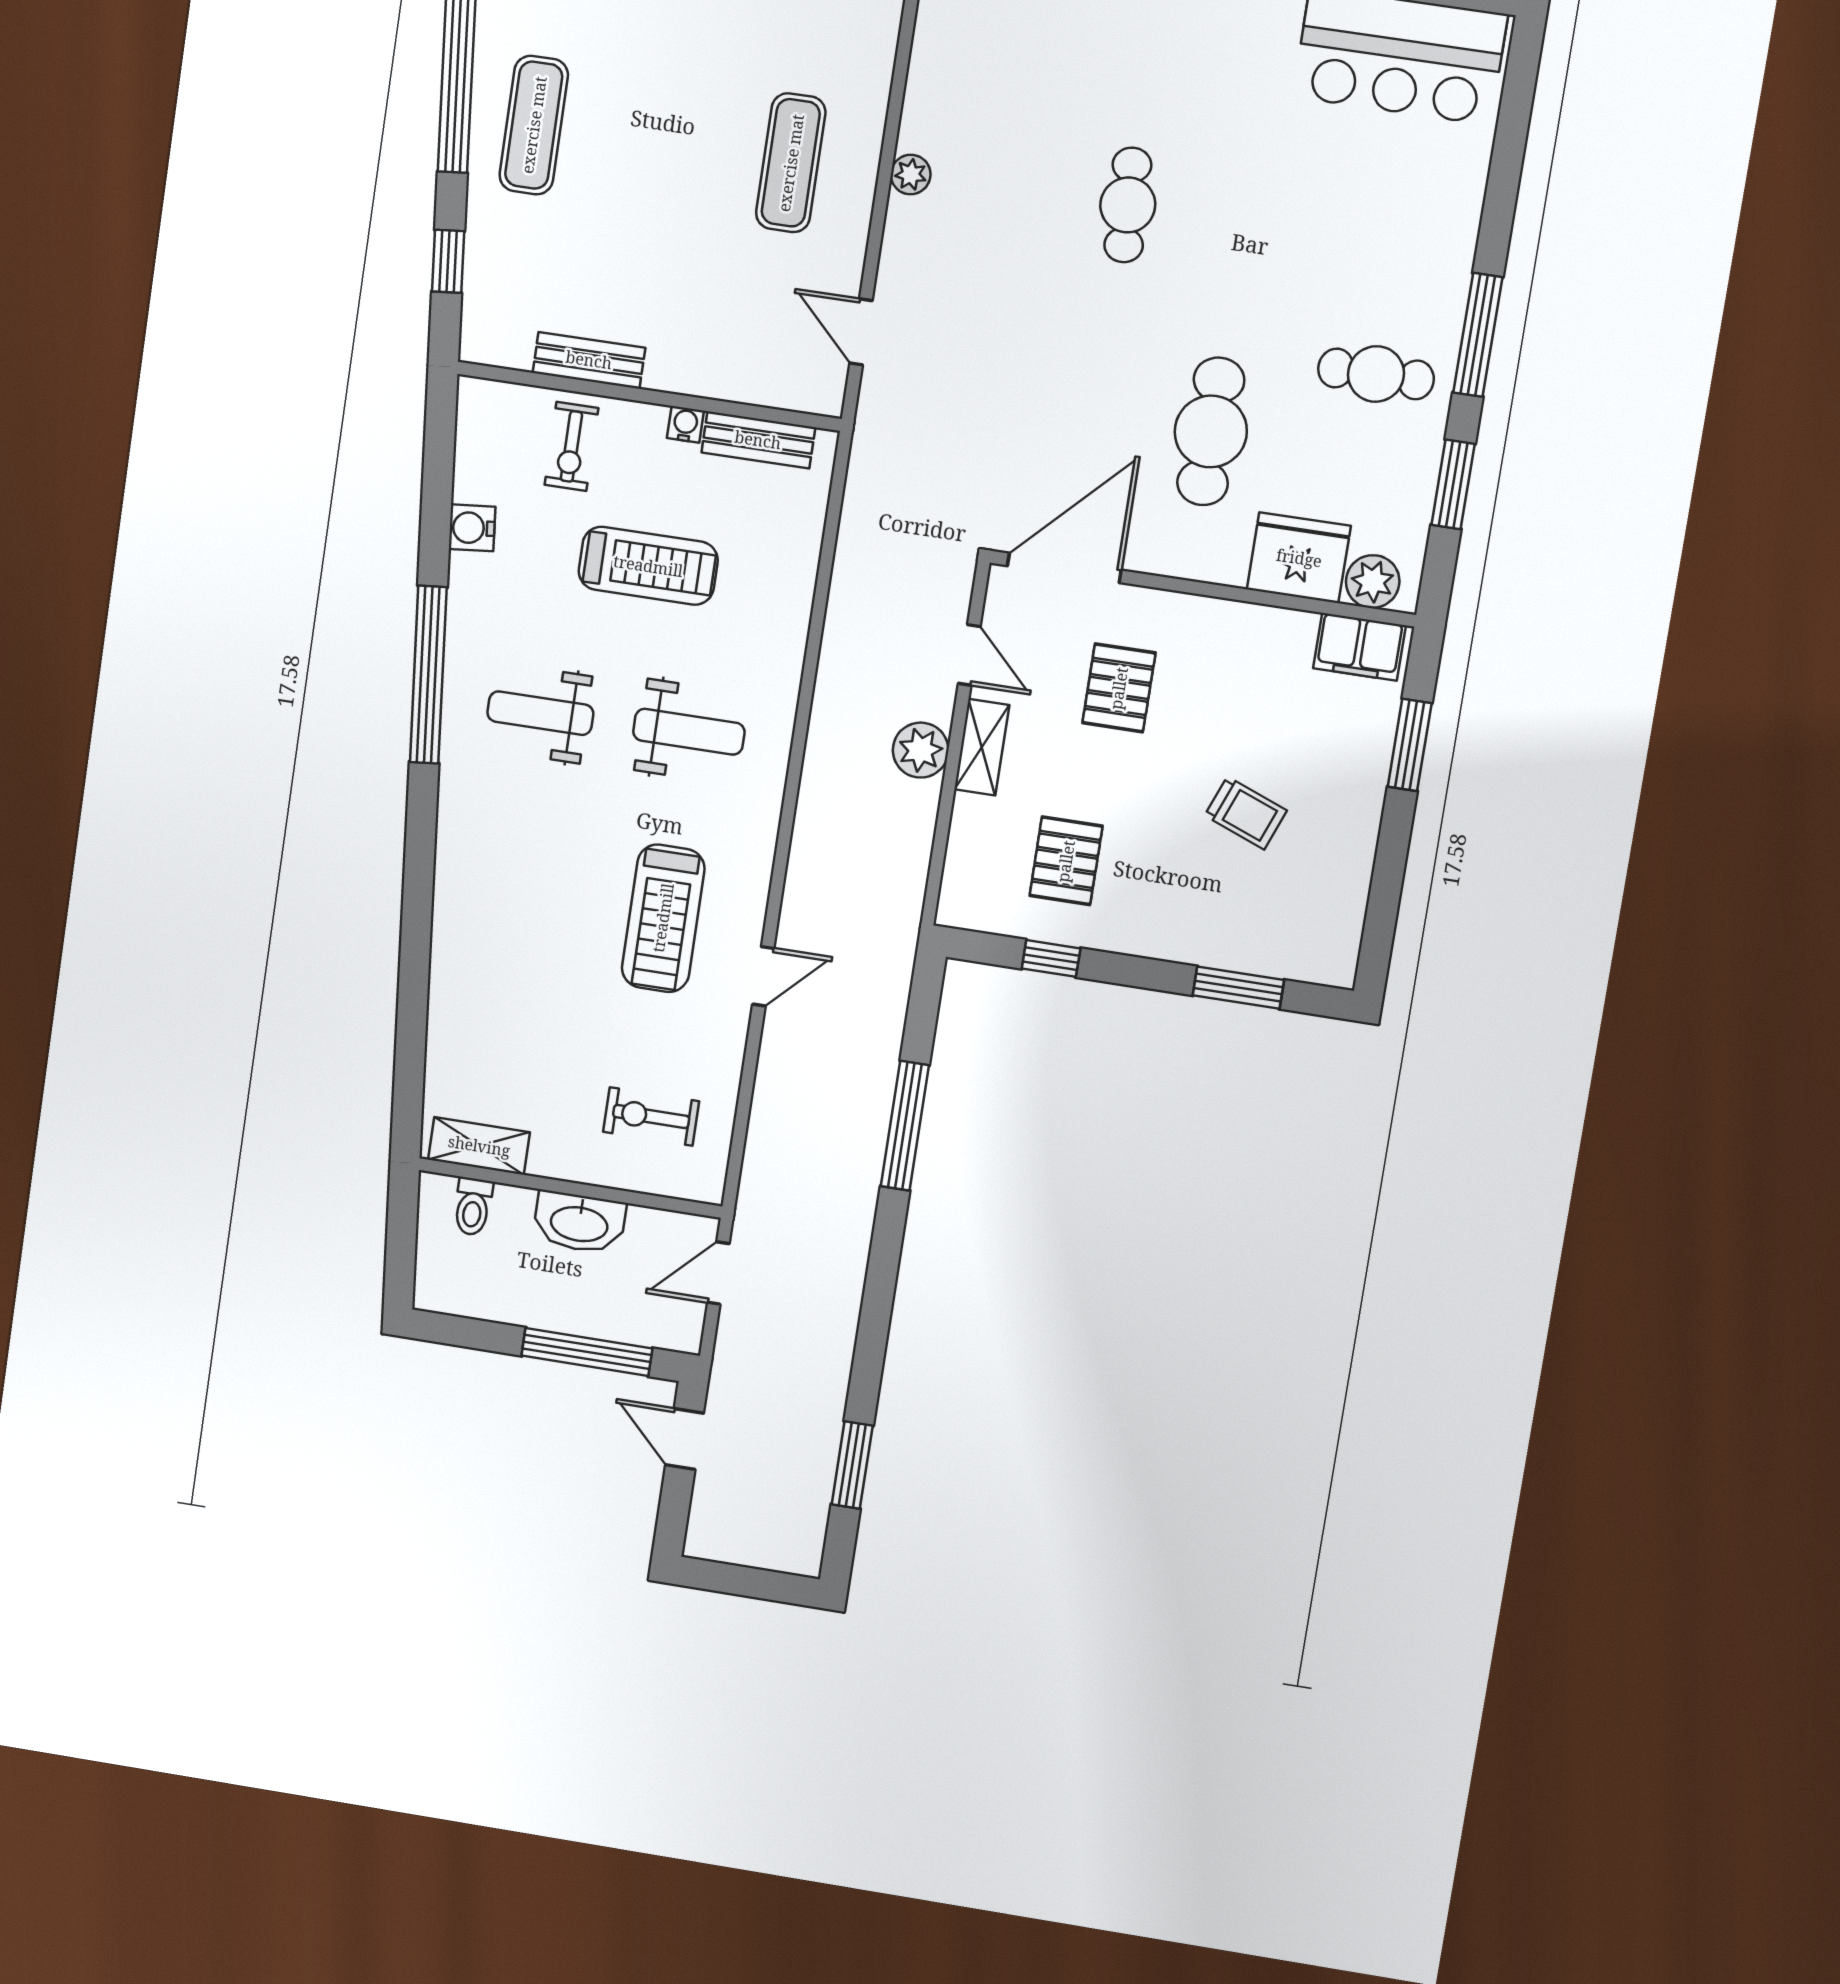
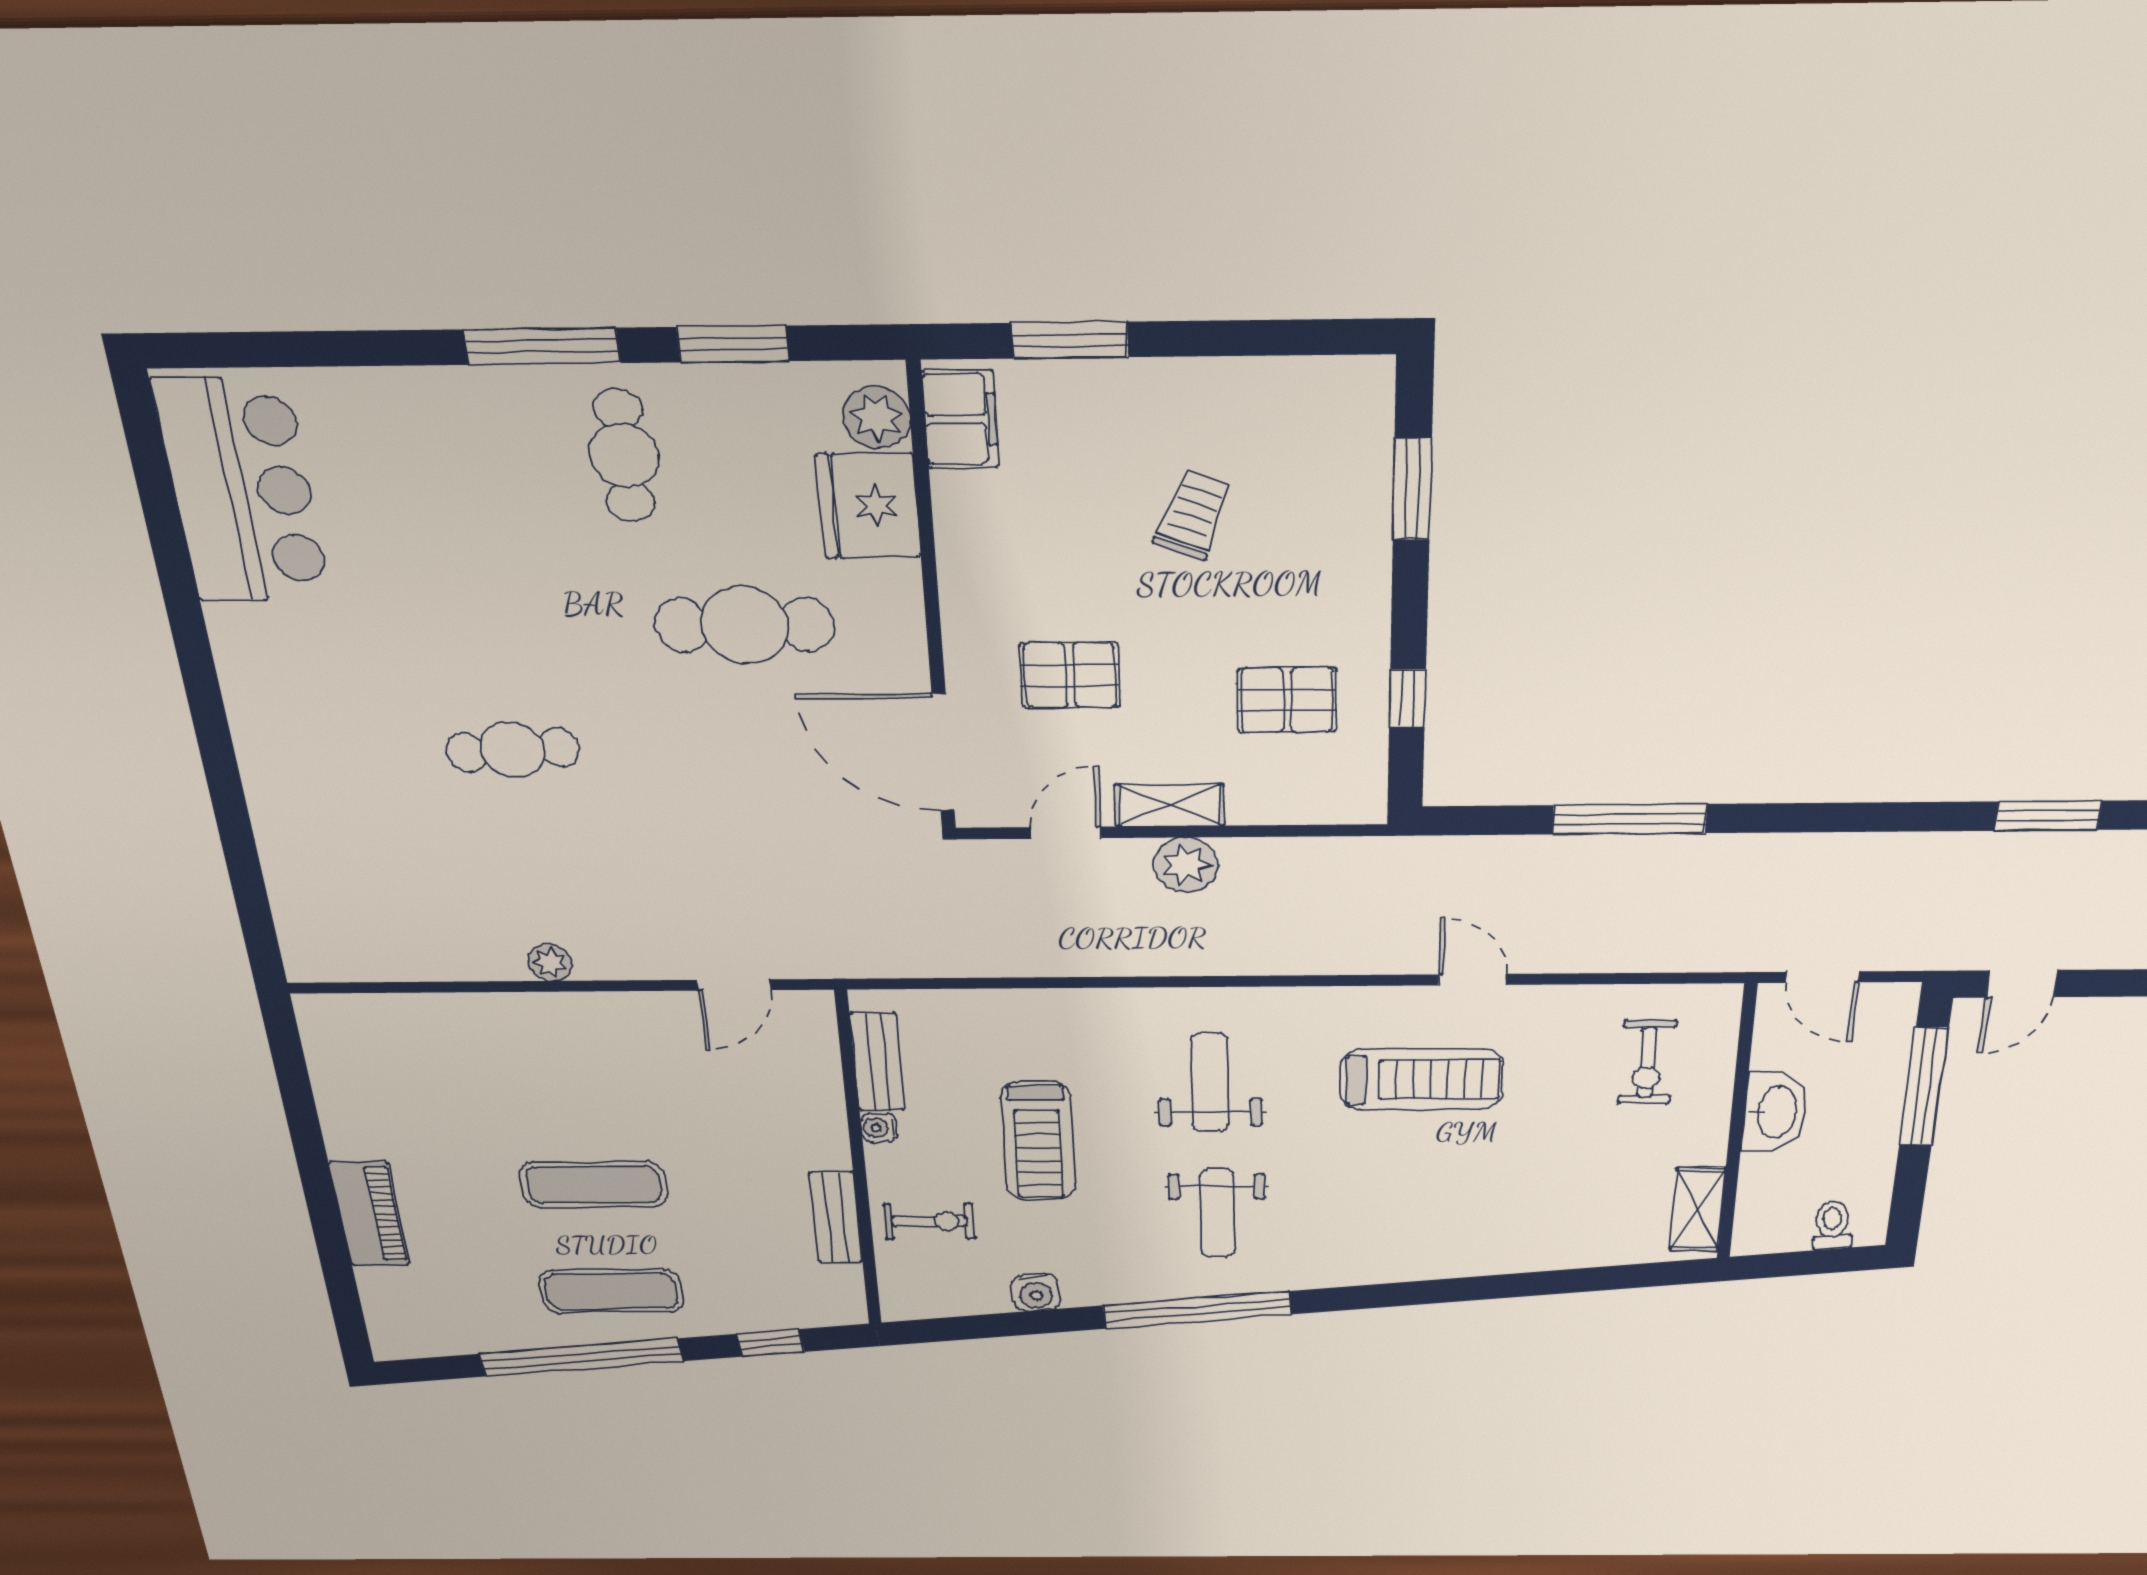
exercise mat: (791, 163) -> (594, 1184), moved
treadmill: (648, 566) -> (1038, 1141), turned 180
toilet: (473, 1207) -> (1832, 1225), moved, turned -95

